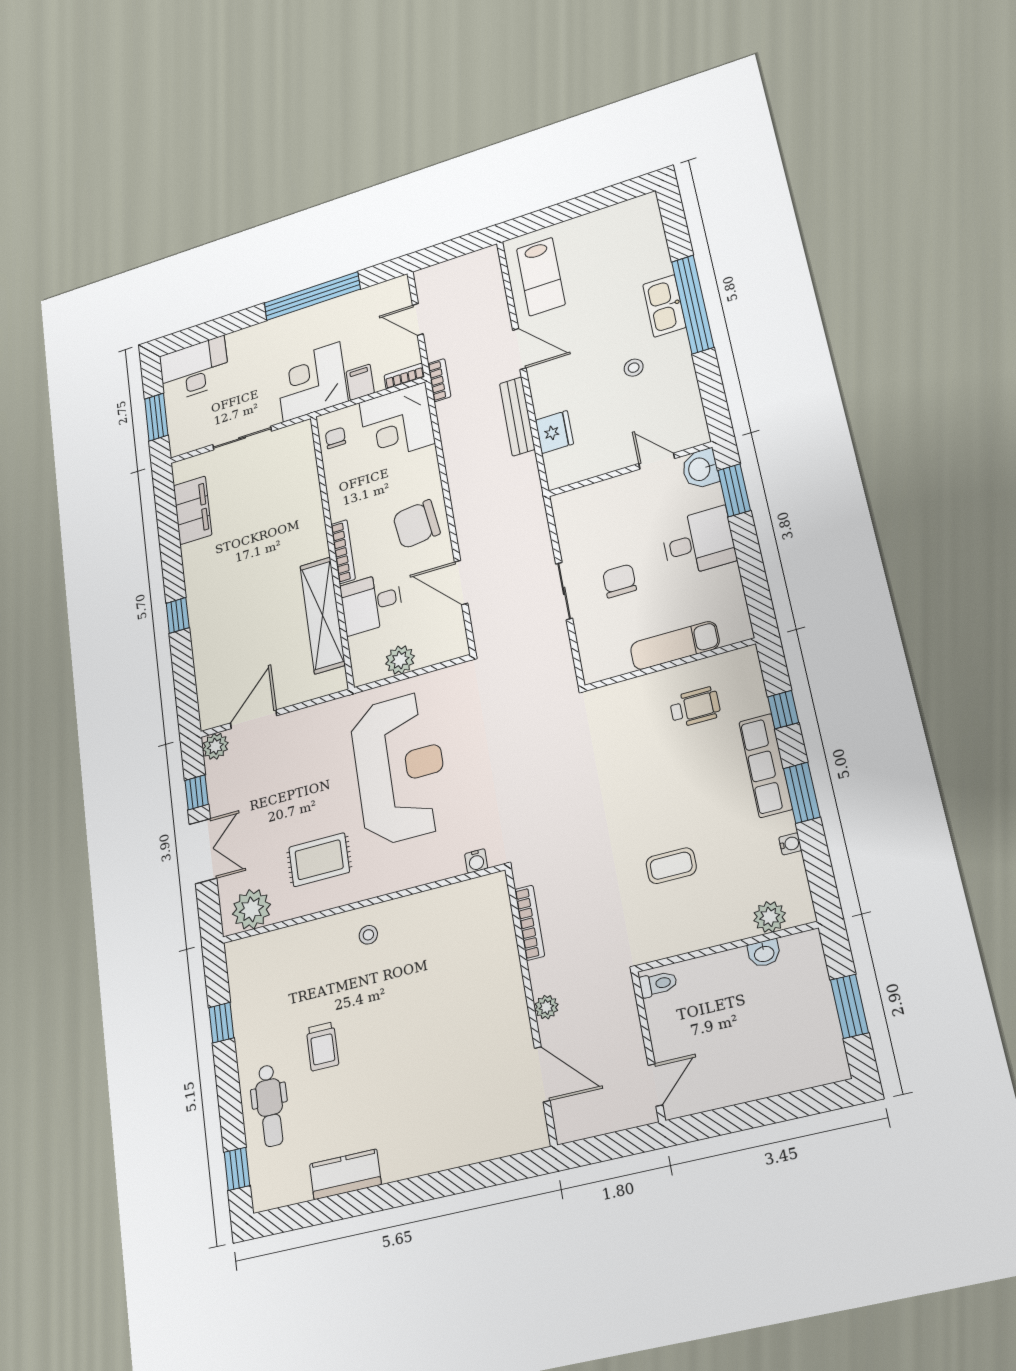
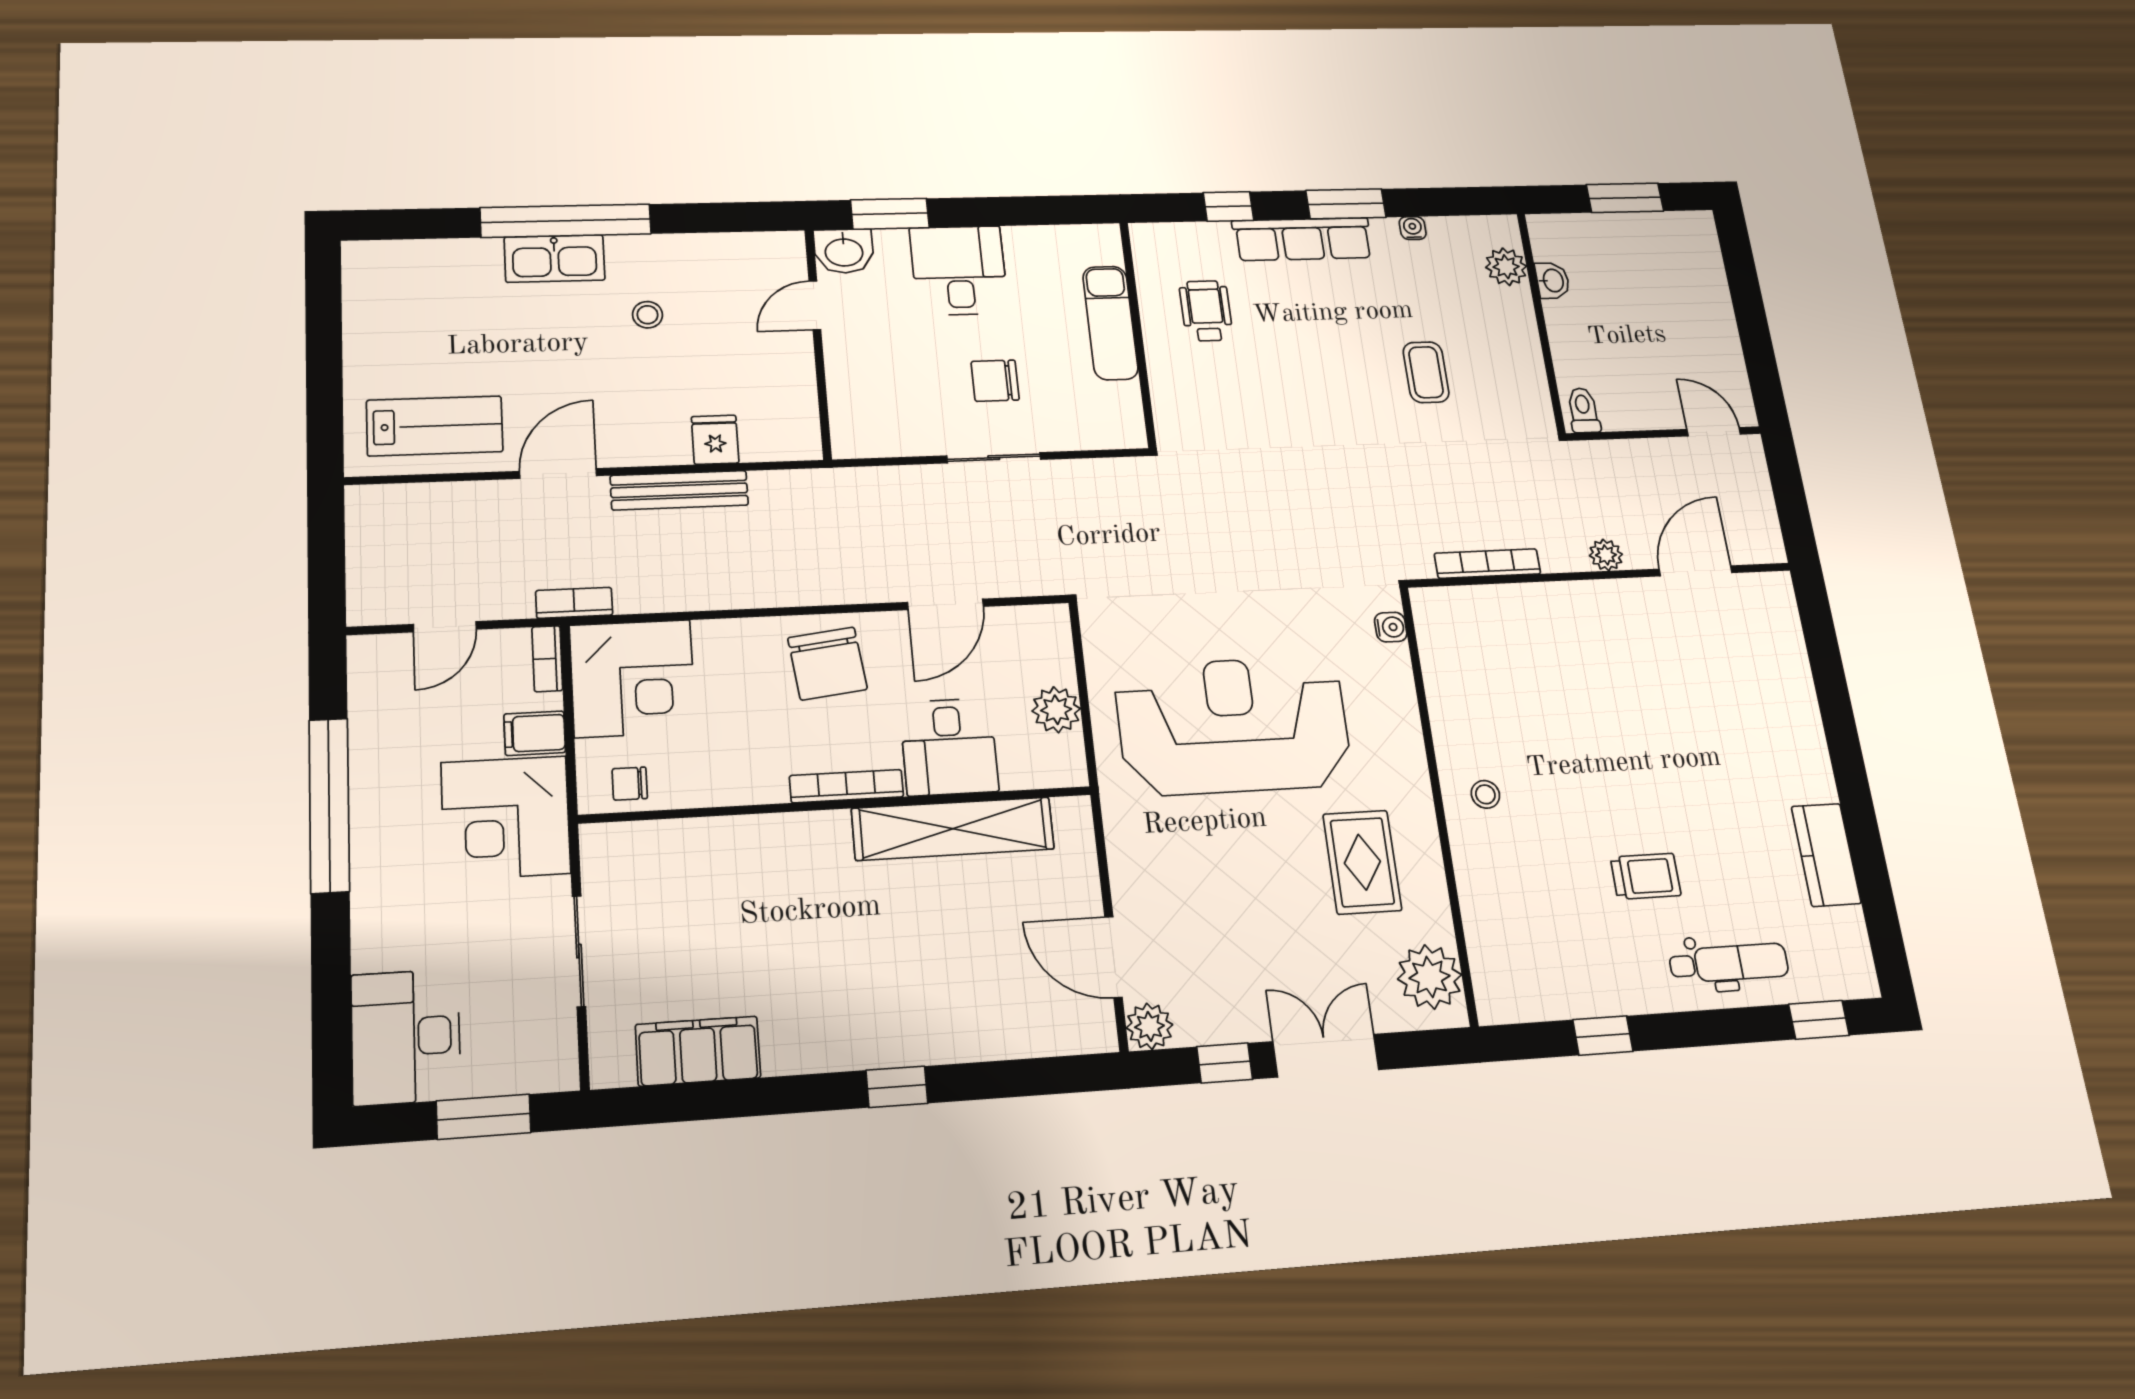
fridge: (554, 432) -> (715, 440), width x0.72

